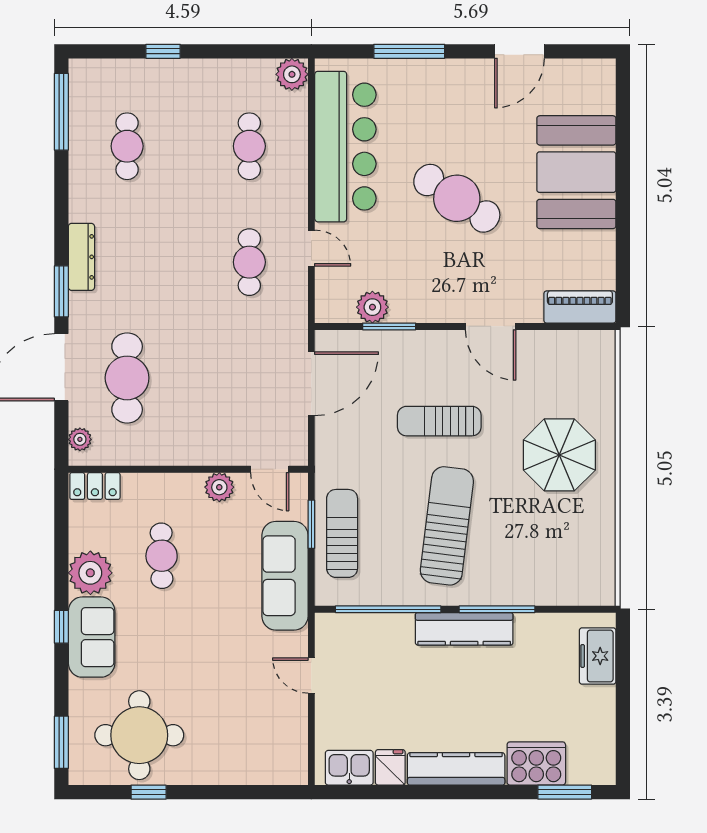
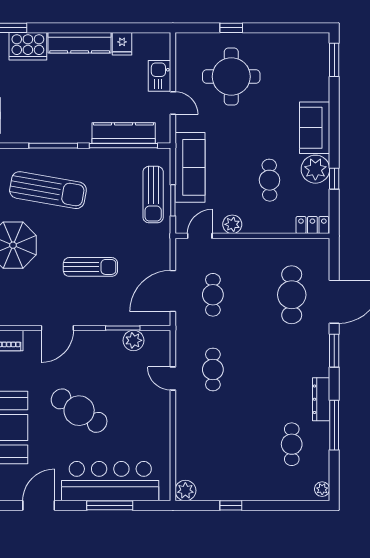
window: (163, 51) -> (231, 505), moved
window: (61, 112) -> (334, 425), moved
cafe table: (249, 146) -> (213, 295), moved
bar counter: (345, 147) -> (110, 481), moved, turned 90
dresser: (81, 257) -> (321, 399), moved
door: (491, 326) -> (57, 328), swing flipped
plant: (80, 439) -> (322, 489), moved
door: (270, 469) -> (200, 236), hinge flipped
sun lounger: (447, 526) -> (48, 190), moved, turned -87
window: (61, 627) -> (334, 179), moved
kitchen counter: (464, 629) -> (124, 133), moved
round table: (139, 735) -> (231, 77), moved
kitchen sink: (349, 768) -> (160, 76), moved, turned 90
window: (149, 792) -> (231, 28), moved

